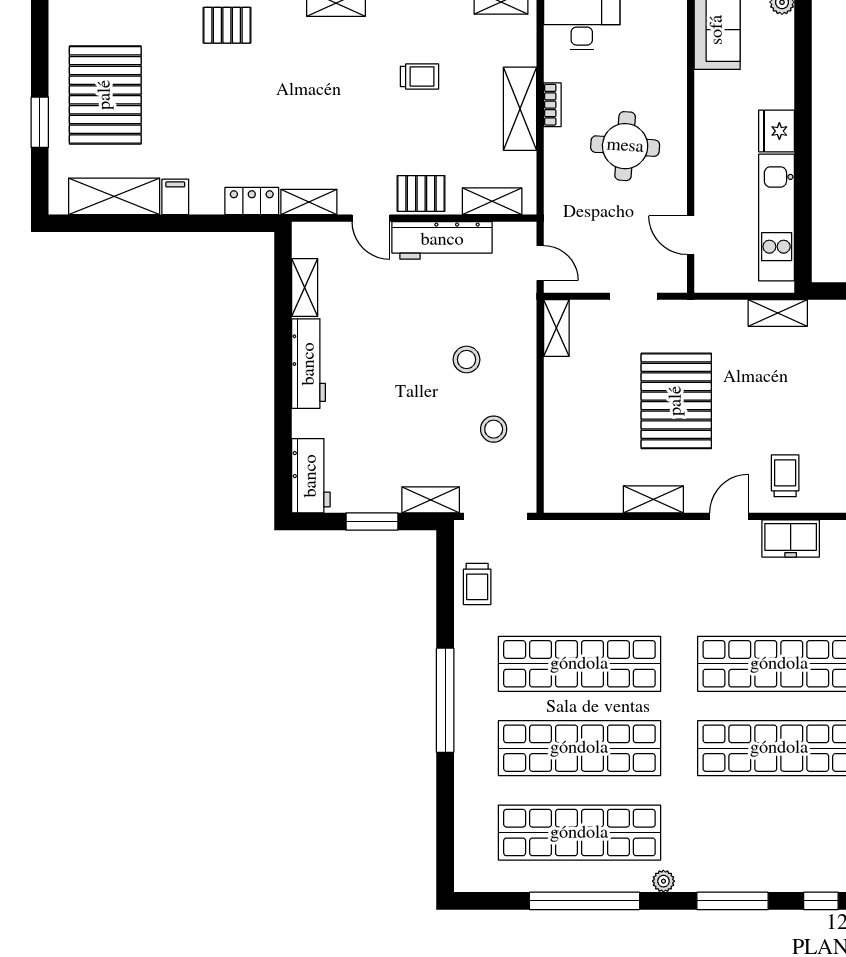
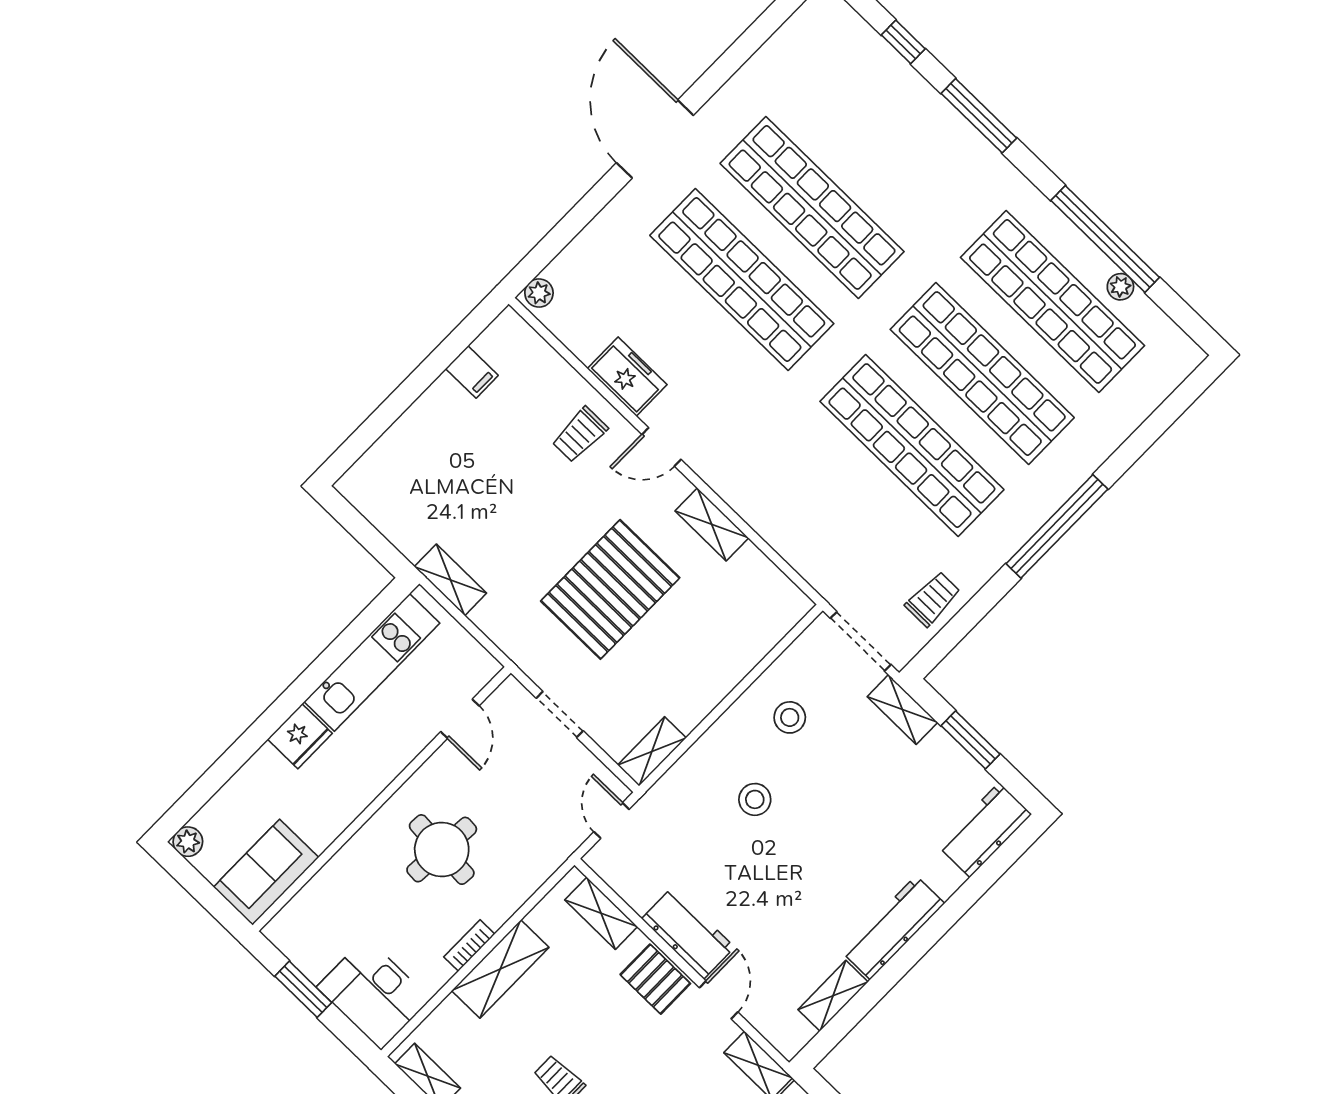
workbench: (442, 240) -> (688, 933), width x0.73
plant: (663, 881) -> (1120, 287), moved

